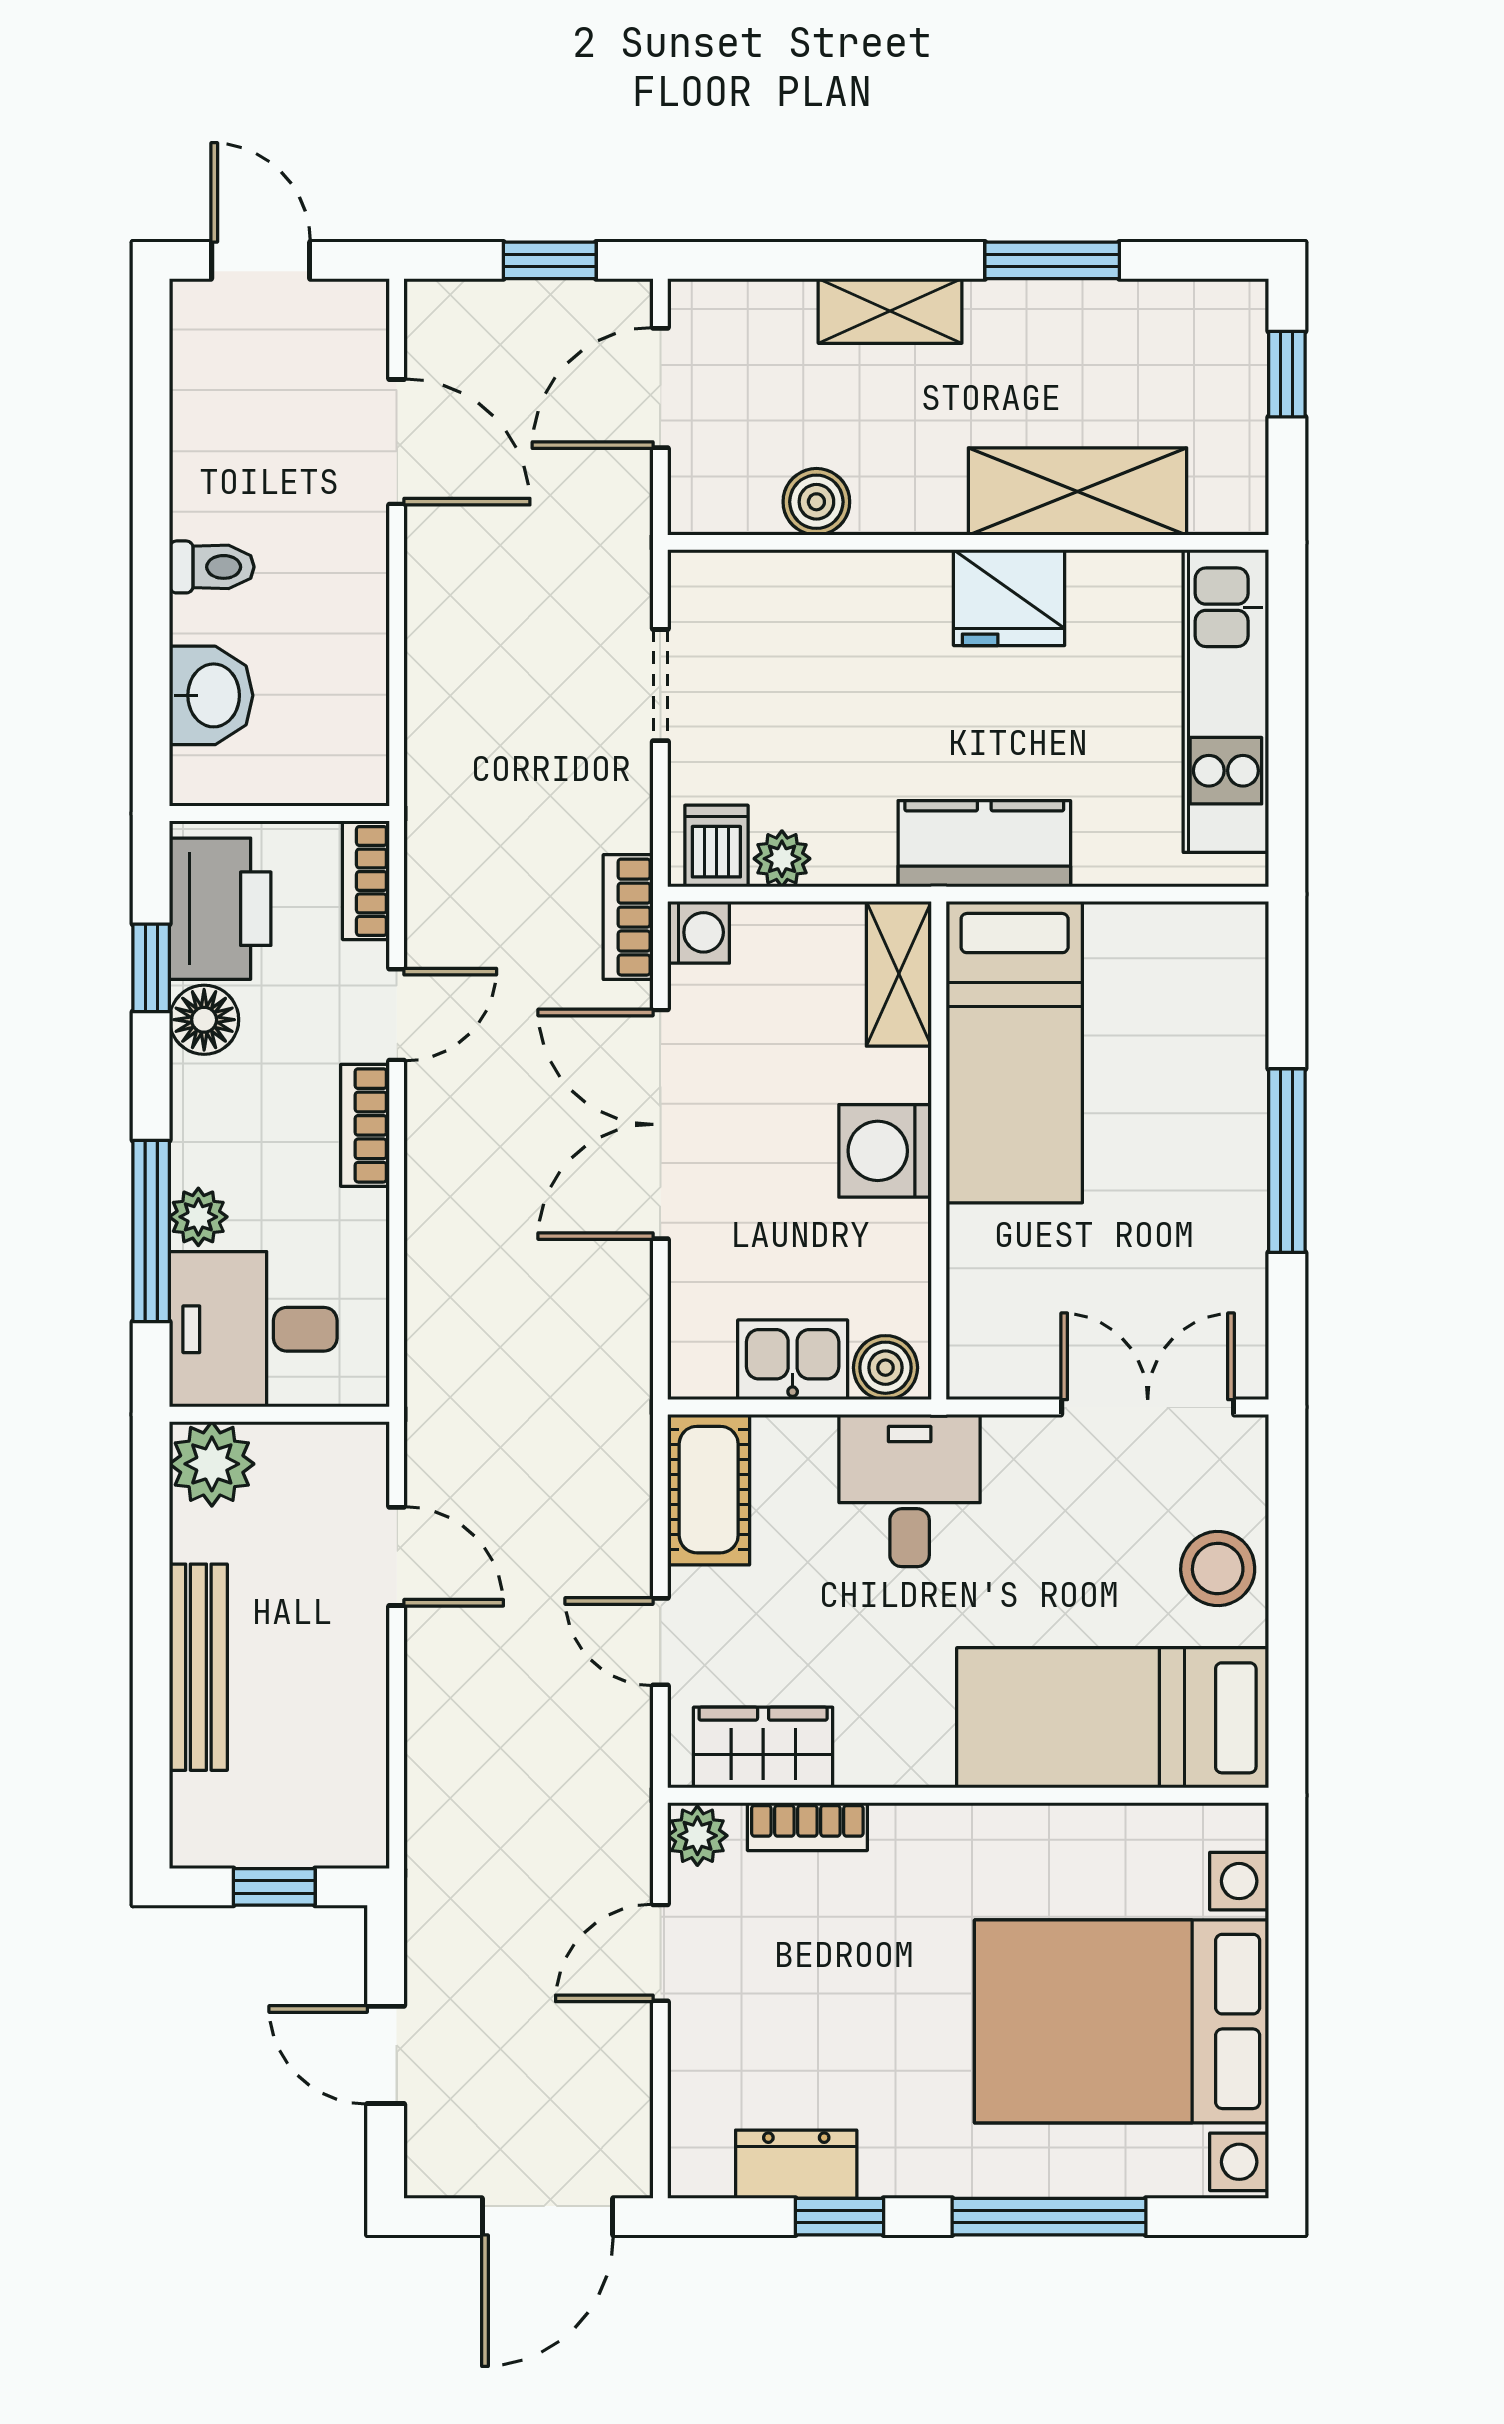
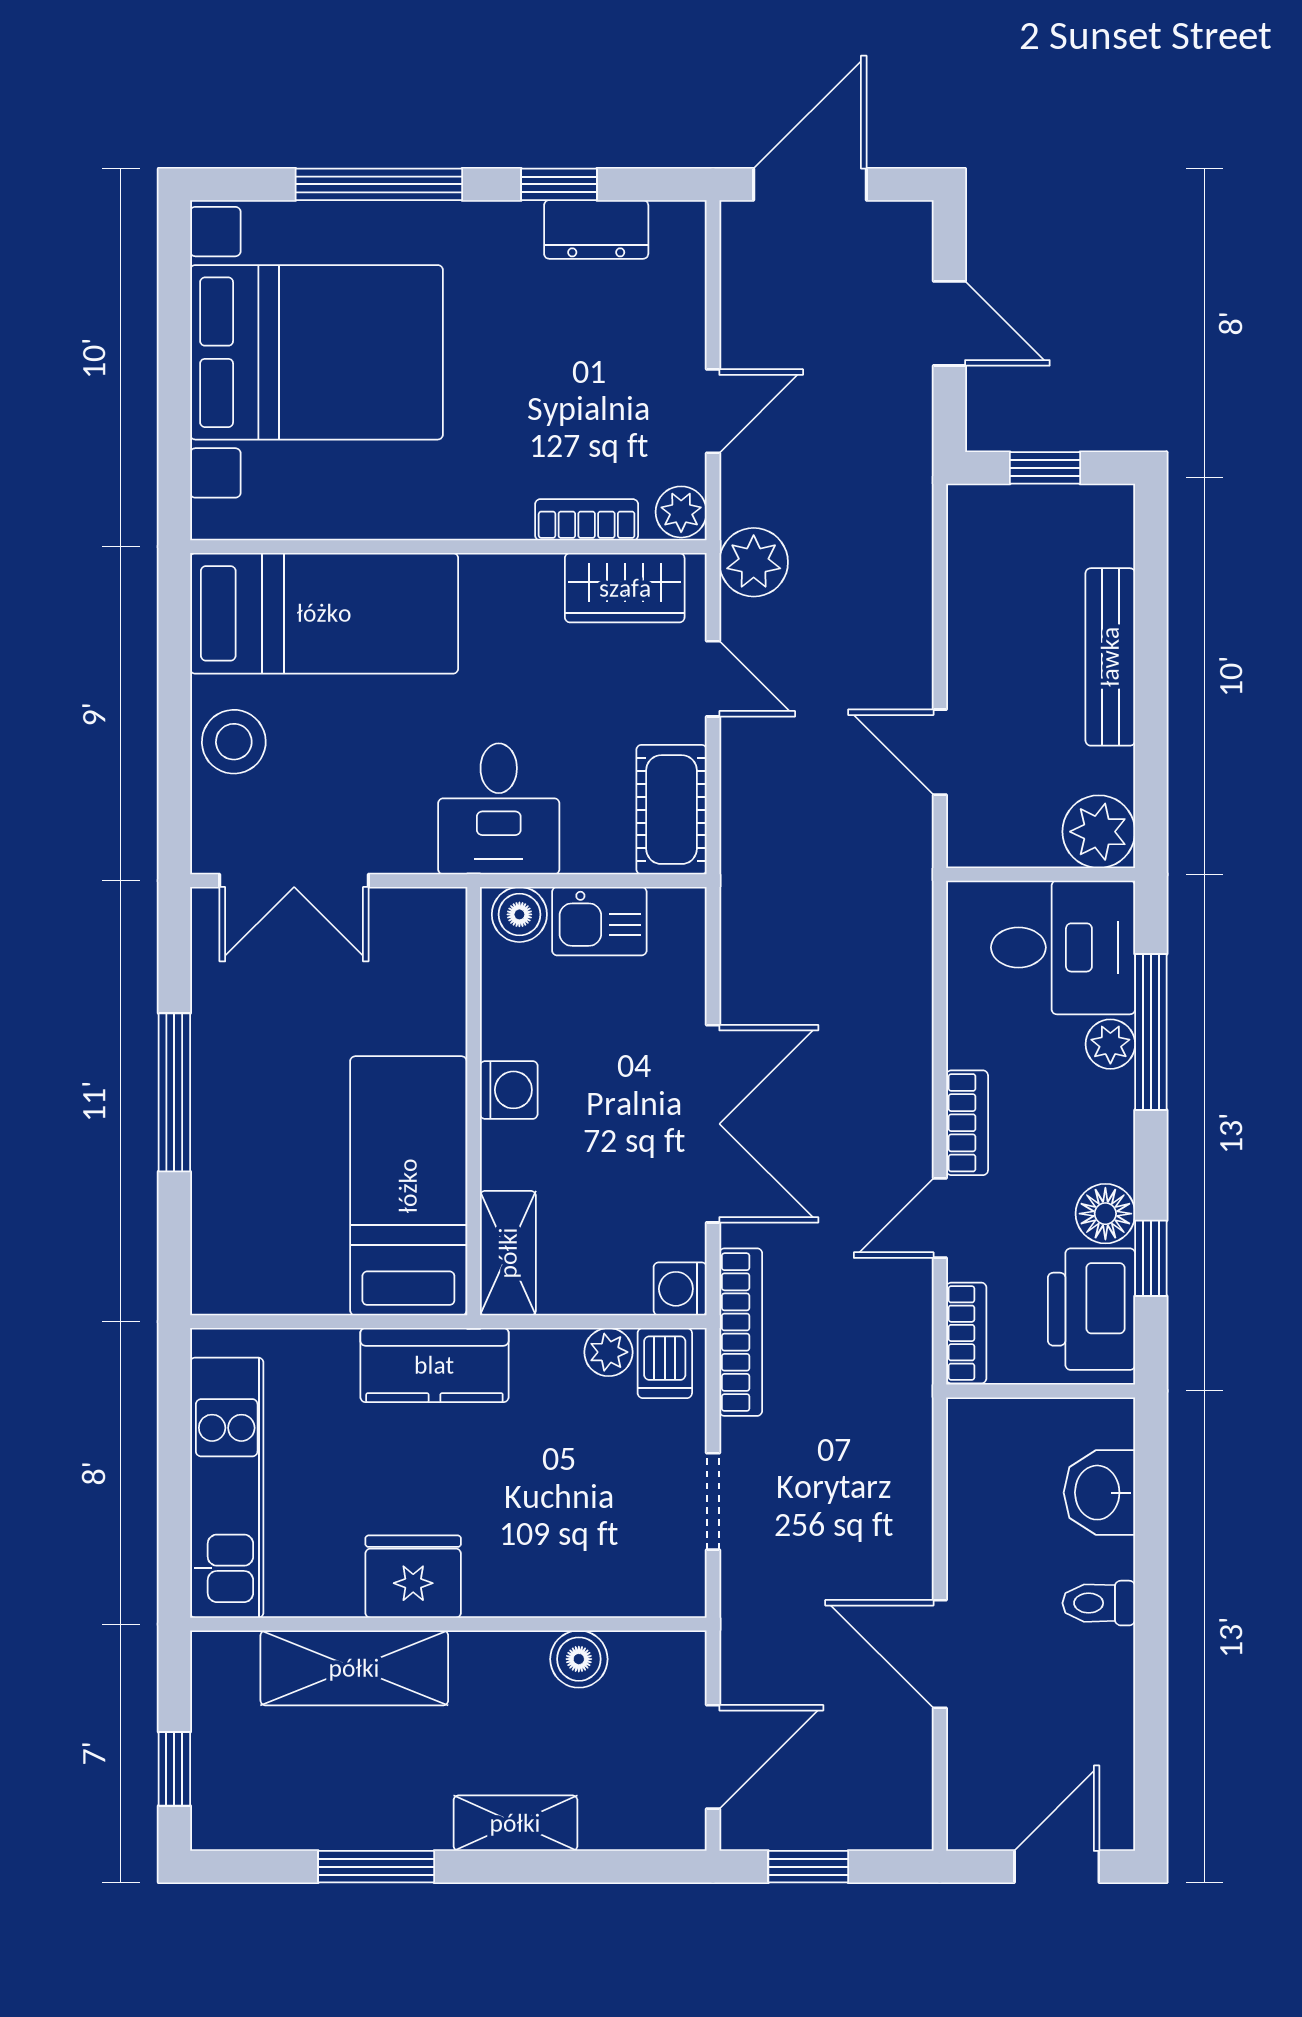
door: (261, 260) -> (1057, 1867), swing flipped
door: (397, 442) -> (940, 1654), moved
bookcase: (628, 917) -> (741, 1332), width x1.56
washing machine: (885, 1151) -> (509, 1090), width x0.73, depth x0.73
plant: (613, 1777) -> (754, 562), added

